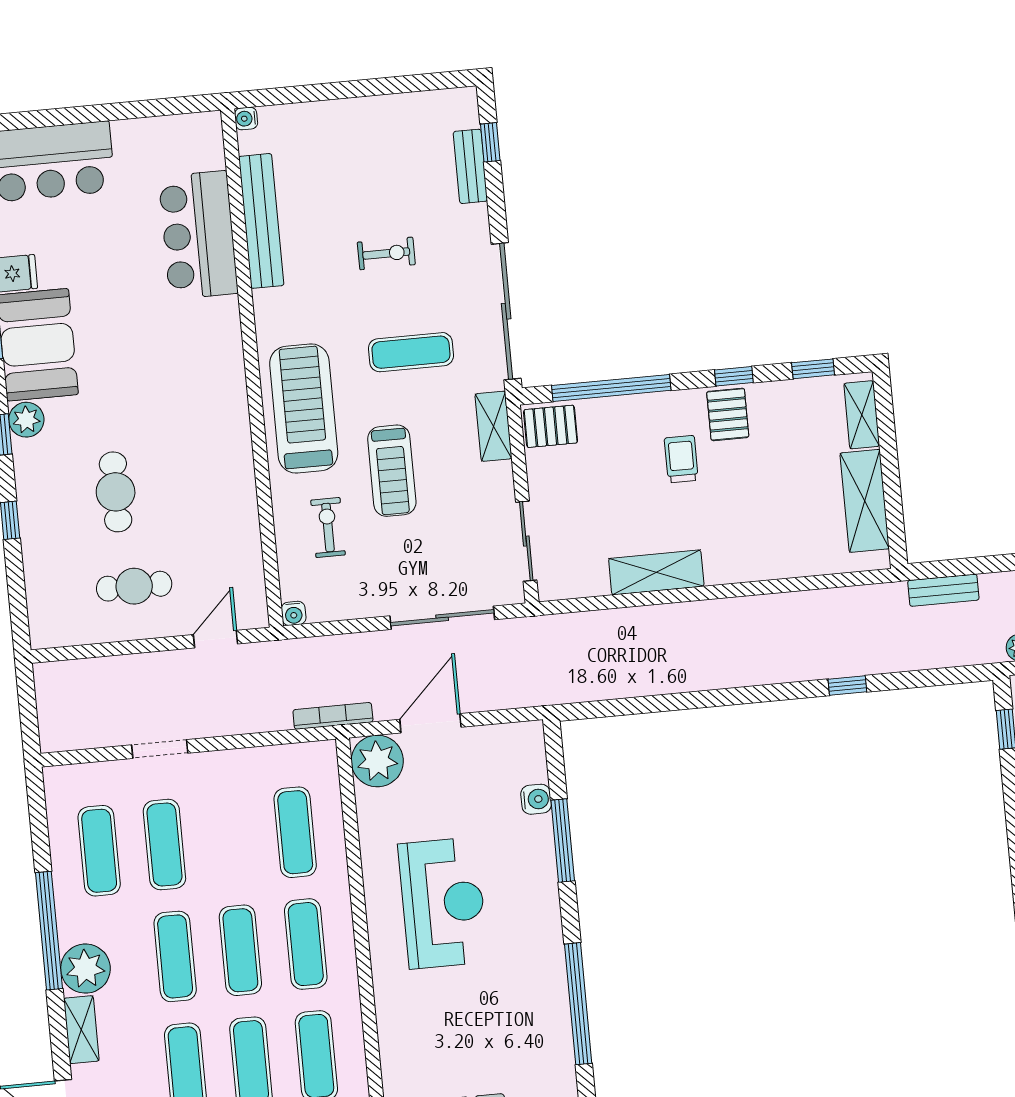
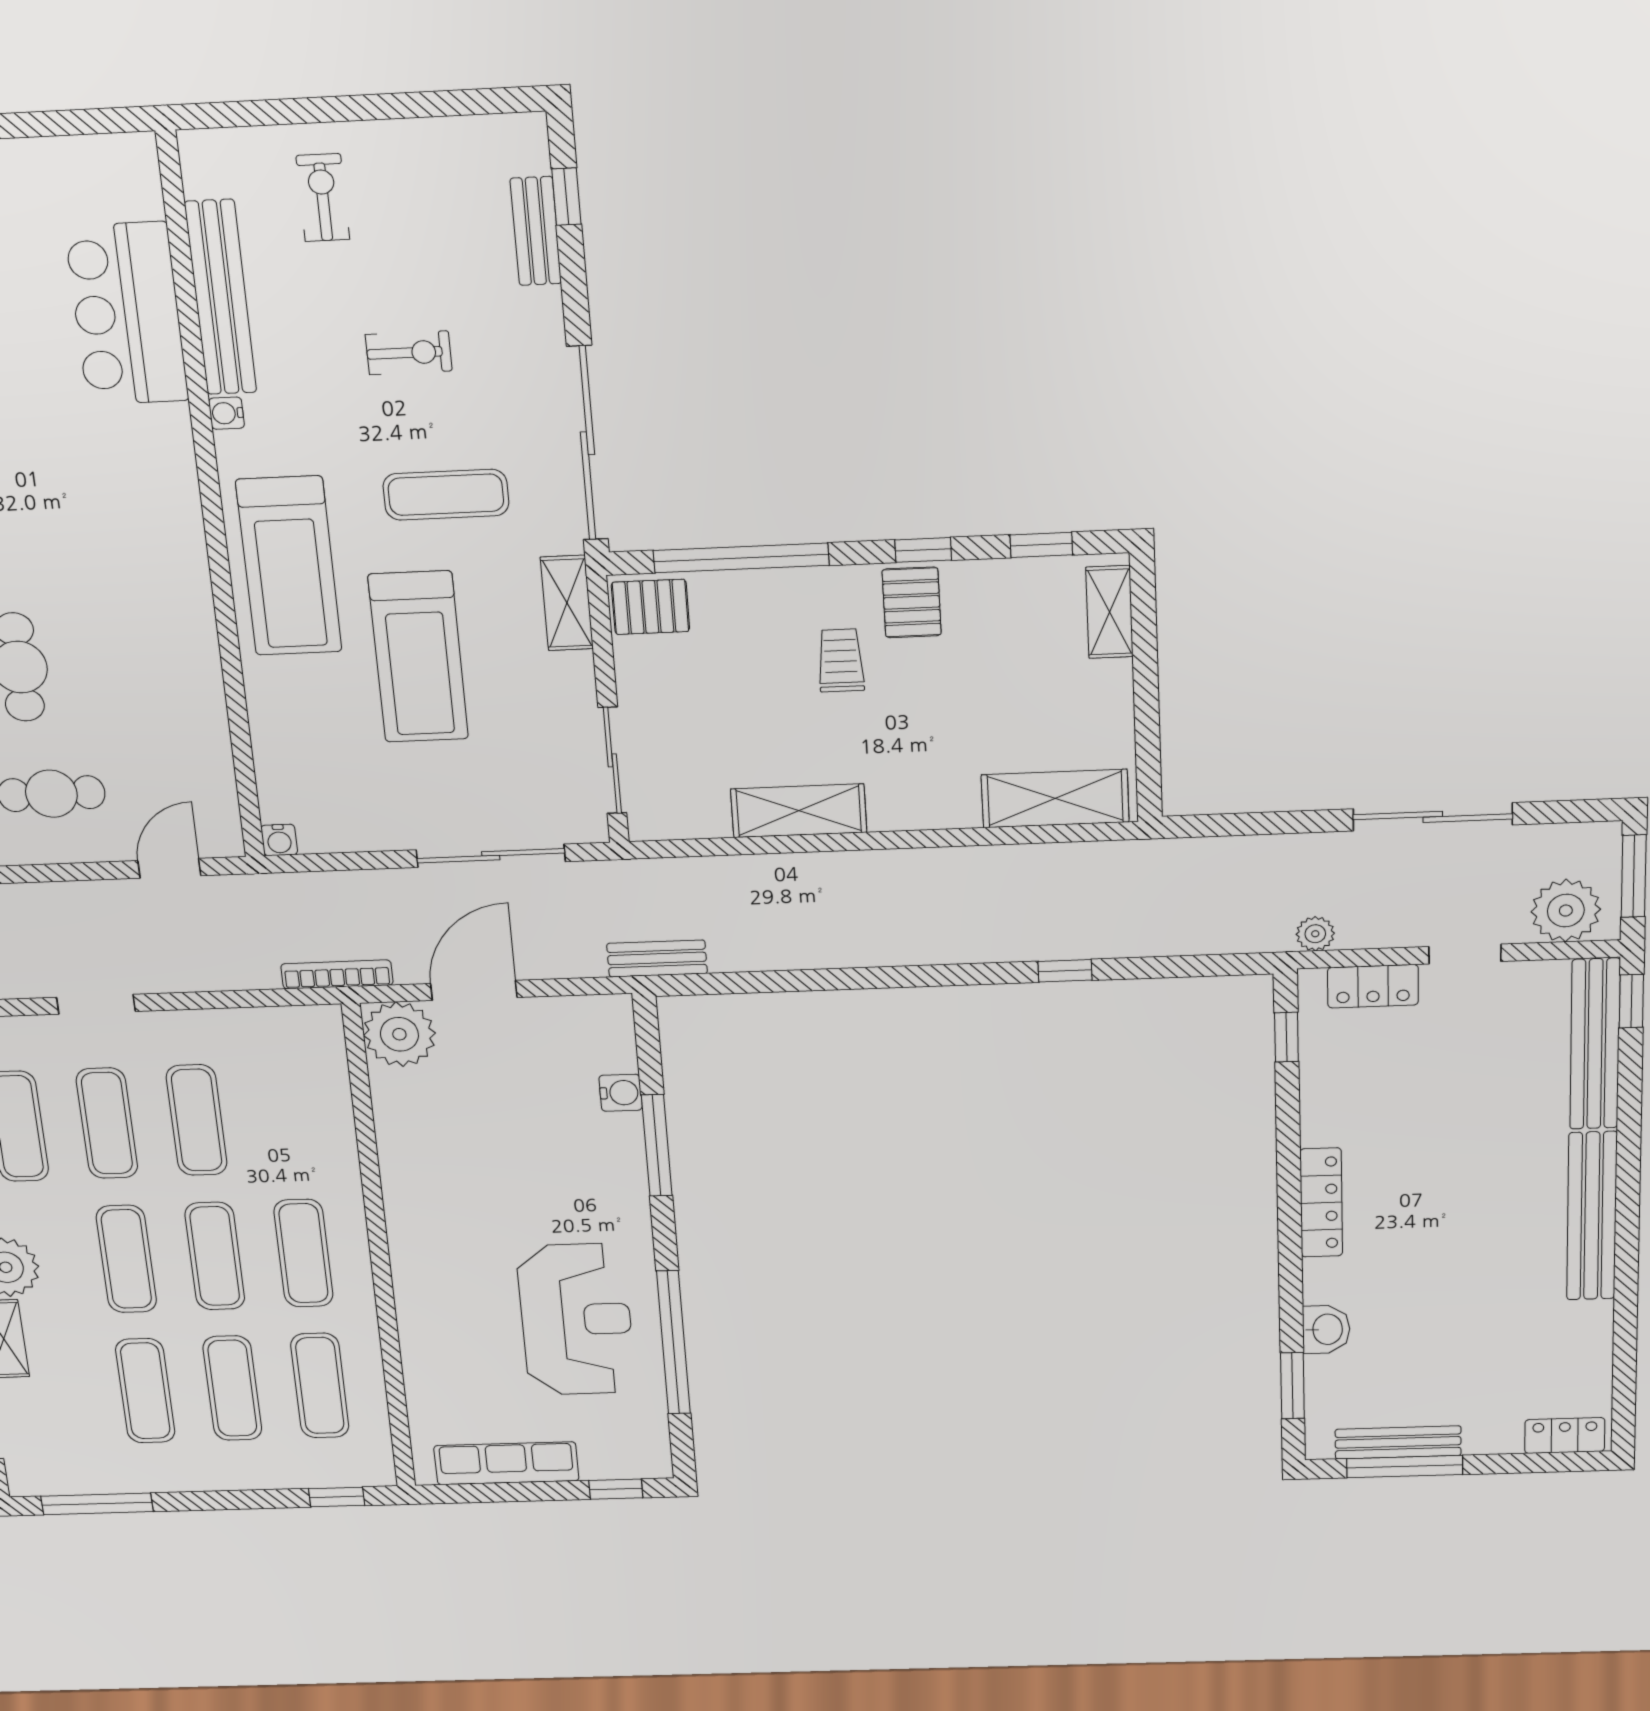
water cooler: (246, 119) -> (226, 413), moved
treadmill: (304, 409) -> (289, 566), turned 180
treadmill: (392, 471) -> (418, 657), width x1.37, depth x1.38
shelving: (865, 501) -> (1055, 798), moved, turned 90
exercise bike: (328, 528) -> (323, 198), moved
bench: (943, 590) -> (657, 958), moved
exercise mat: (295, 832) -> (197, 1120), moved
reception desk: (443, 903) -> (576, 1320), moved

